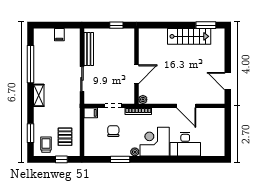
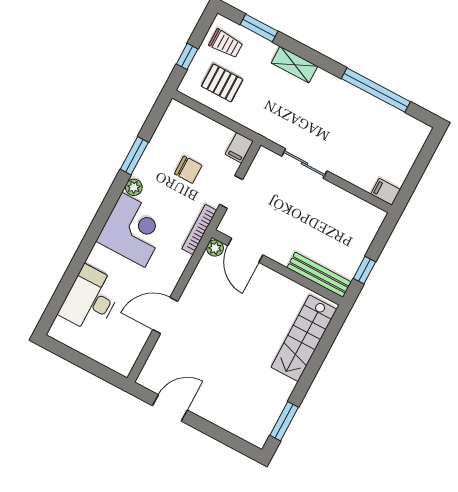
filing cabinet: (59, 35) -> (386, 192), moved
stairs: (189, 36) -> (304, 338), moved
bench: (89, 49) -> (319, 275), moved
door: (136, 74) -> (245, 250), moved
shelving: (39, 95) -> (295, 65), moved
desk: (185, 144) -> (91, 299), moved

